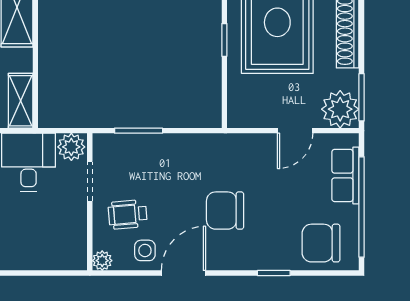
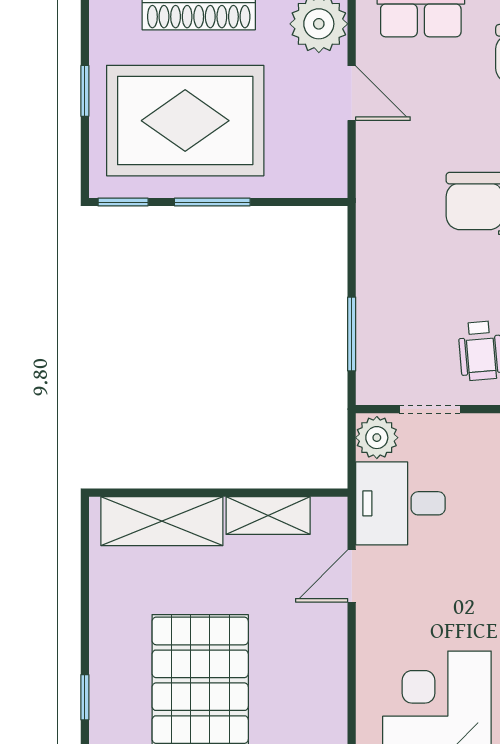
window: (224, 40) -> (212, 202), width x1.50
shelving: (21, 101) -> (268, 516), moved

